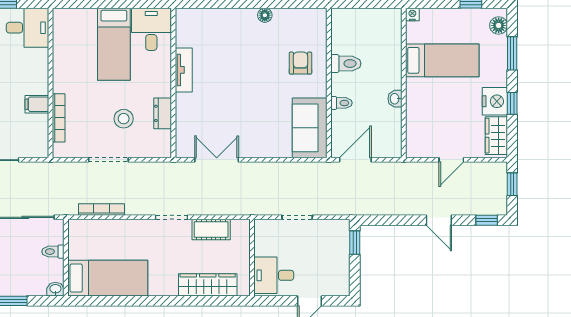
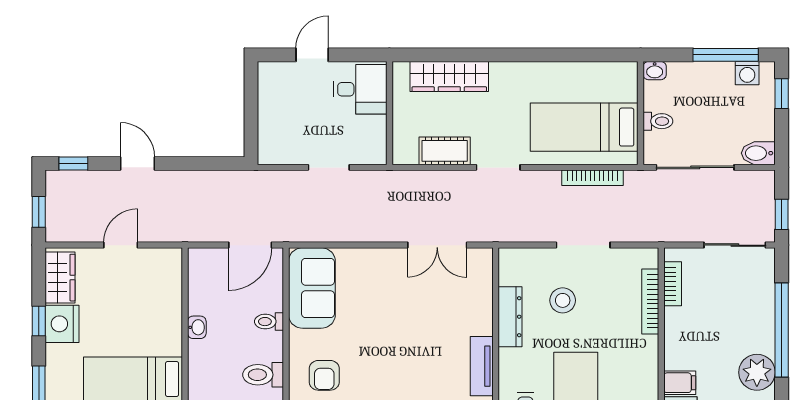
filing cabinet: (37, 104) -> (680, 383), moved
dresser: (163, 113) -> (510, 317), width x1.44
bookcase: (42, 131) -> (673, 284), added
window: (355, 243) -> (251, 133), removed
bed: (108, 278) -> (584, 127), moved

